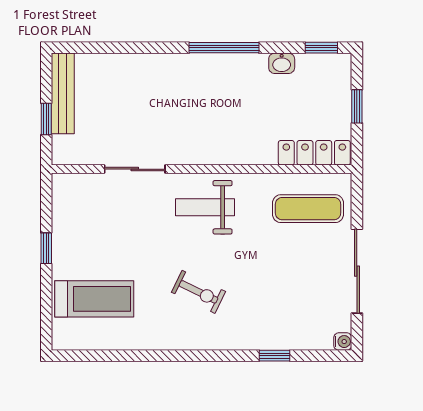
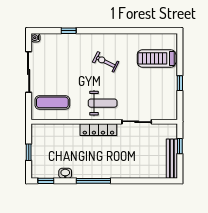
locker: (314, 153) -> (98, 130), moved

